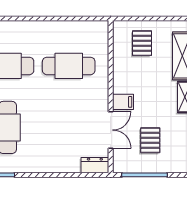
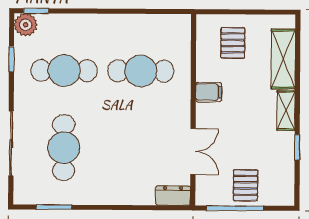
filing cabinet: (123, 102) -> (209, 92), moved
pallet: (150, 140) -> (245, 185), moved

